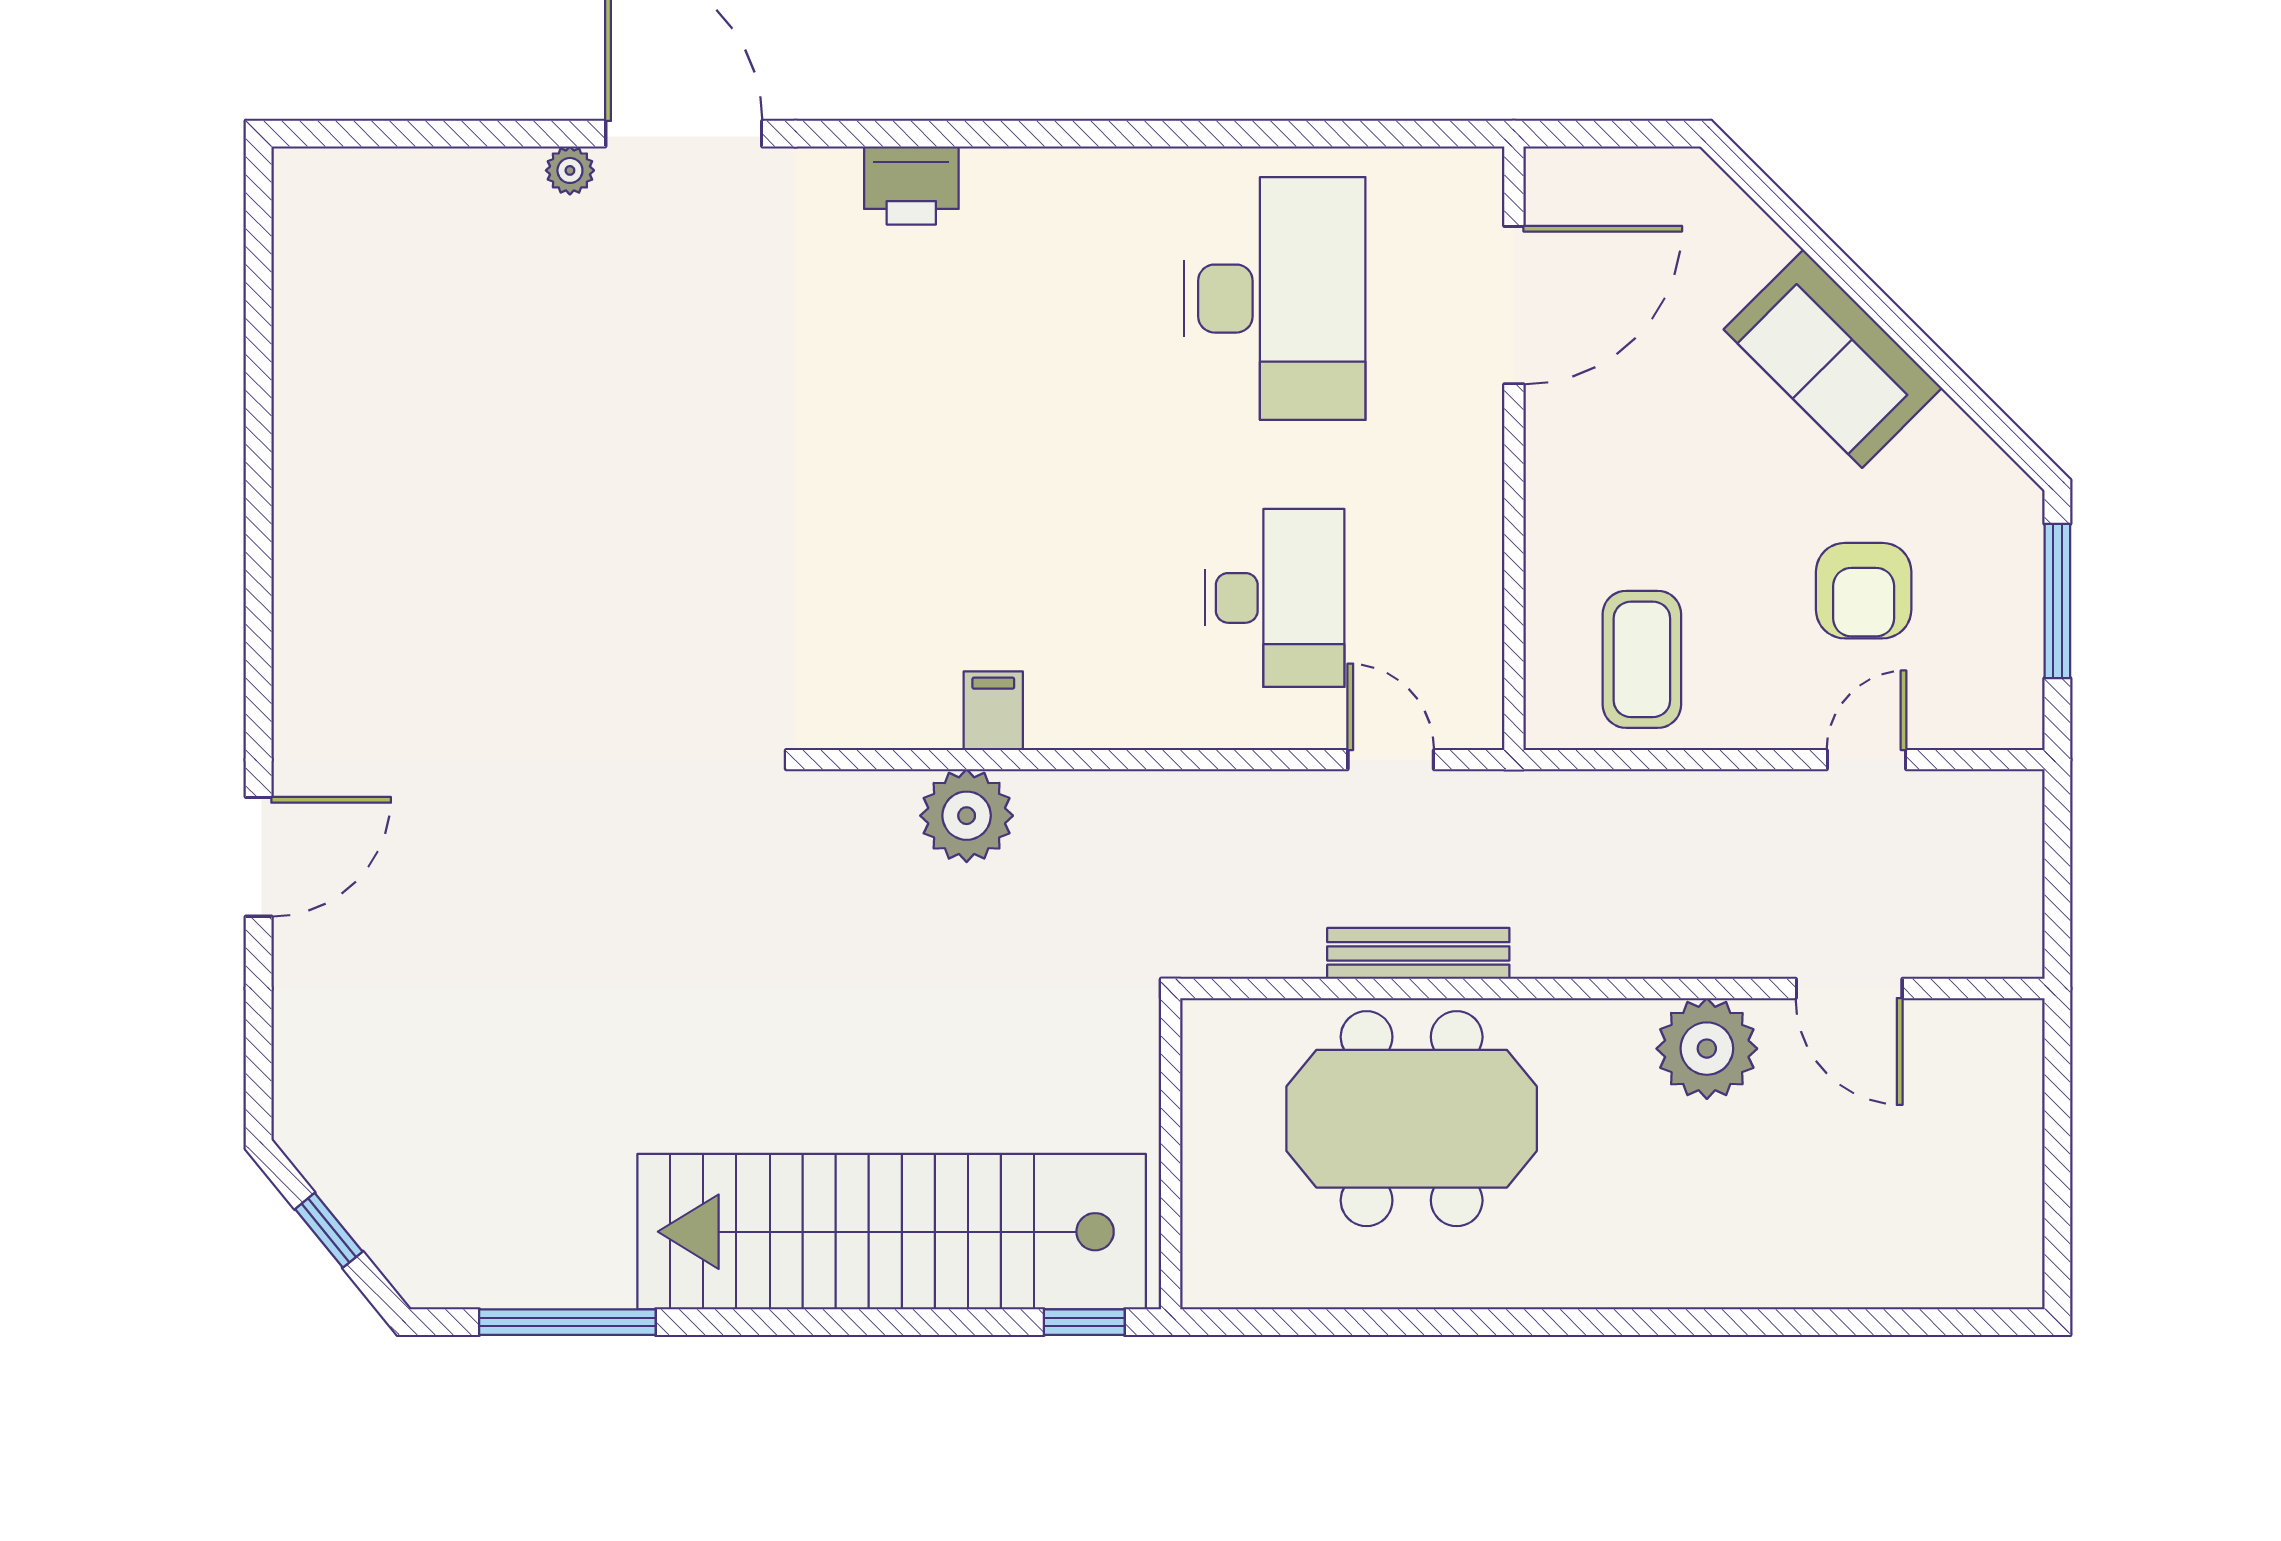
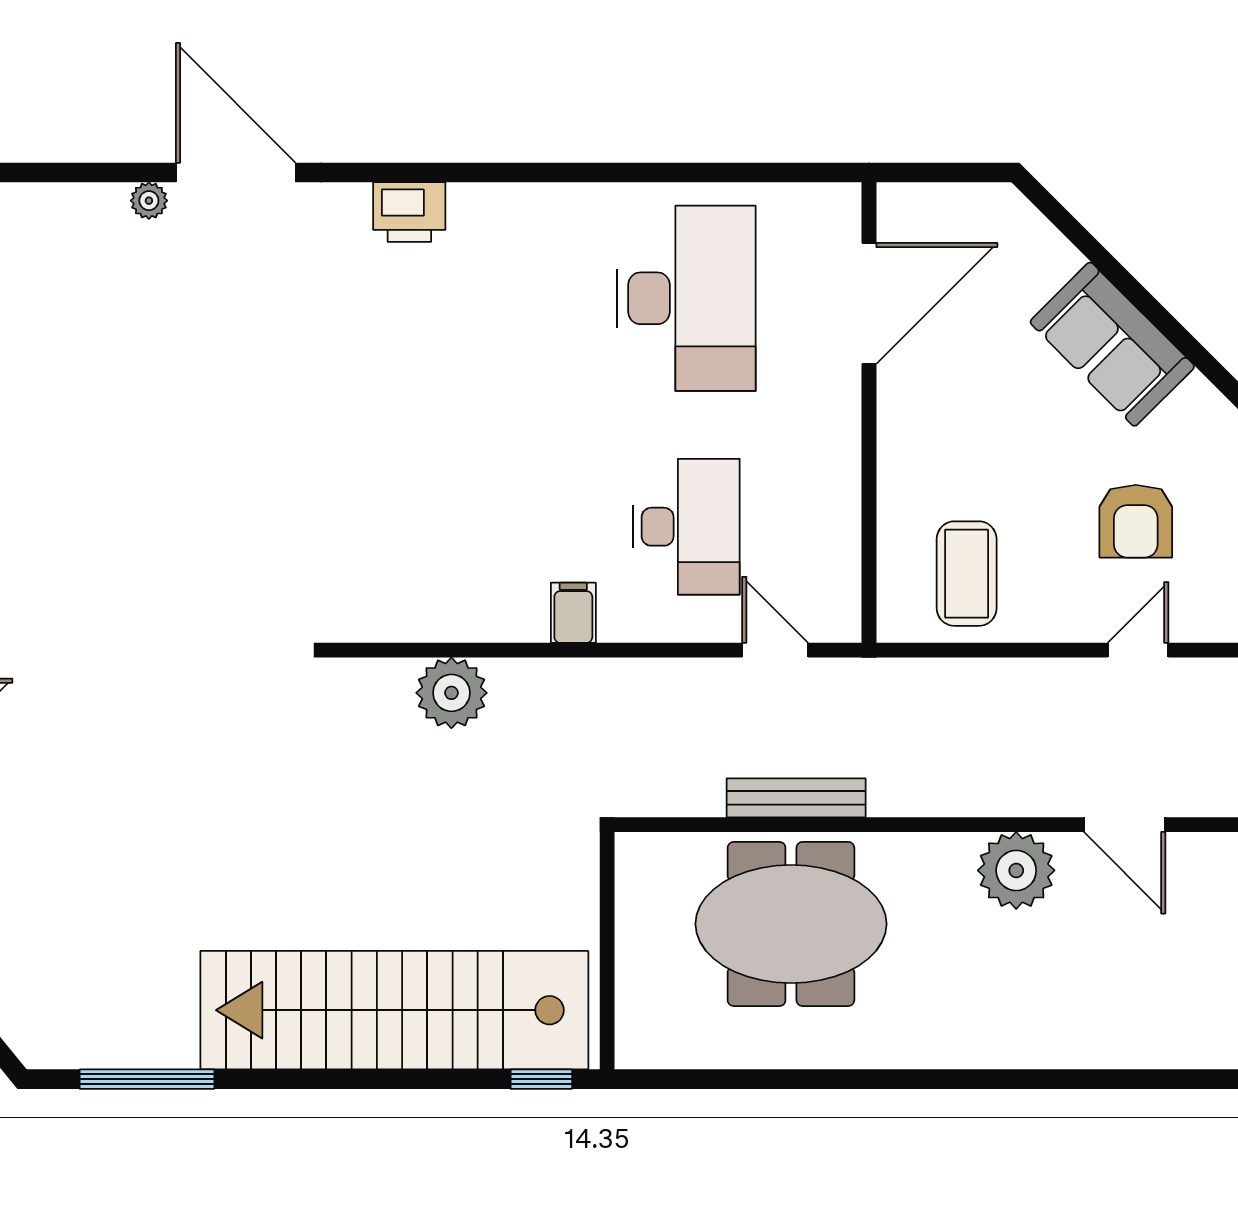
filing cabinet: (993, 711) -> (573, 613), moved

